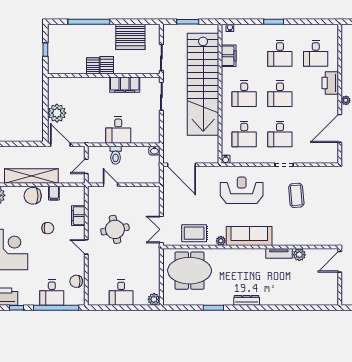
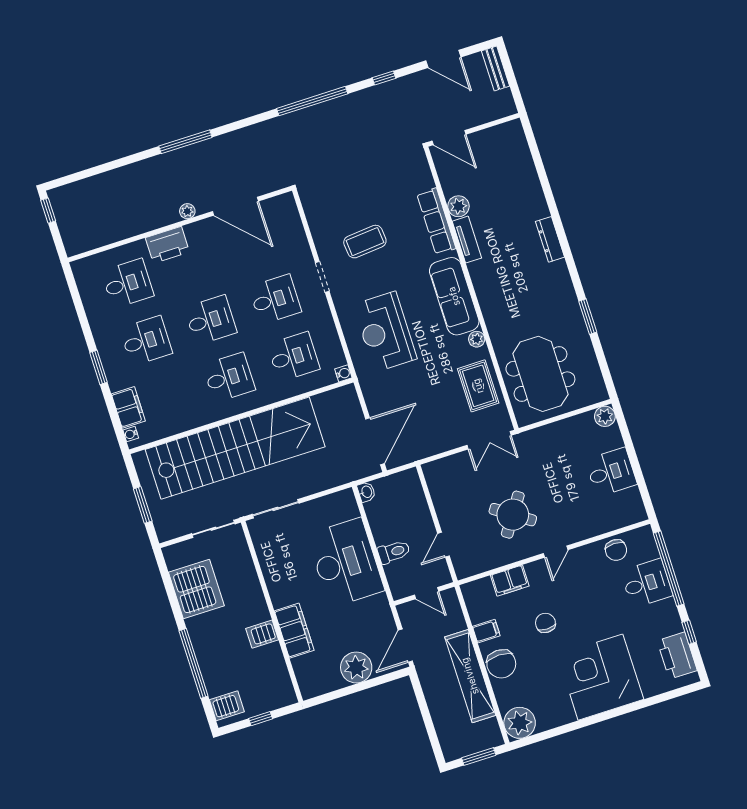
filing cabinet: (229, 56) -> (128, 407), moved, turned 90
server rack: (107, 65) -> (227, 706), moved, turned 180
filing cabinet: (125, 85) -> (294, 631), moved
desk: (118, 130) -> (346, 563), width x1.87, depth x1.30
round table: (115, 229) -> (513, 515), turned 45
row of seats: (295, 239) -> (436, 221), added
dresser: (247, 300) -> (550, 239), moved

